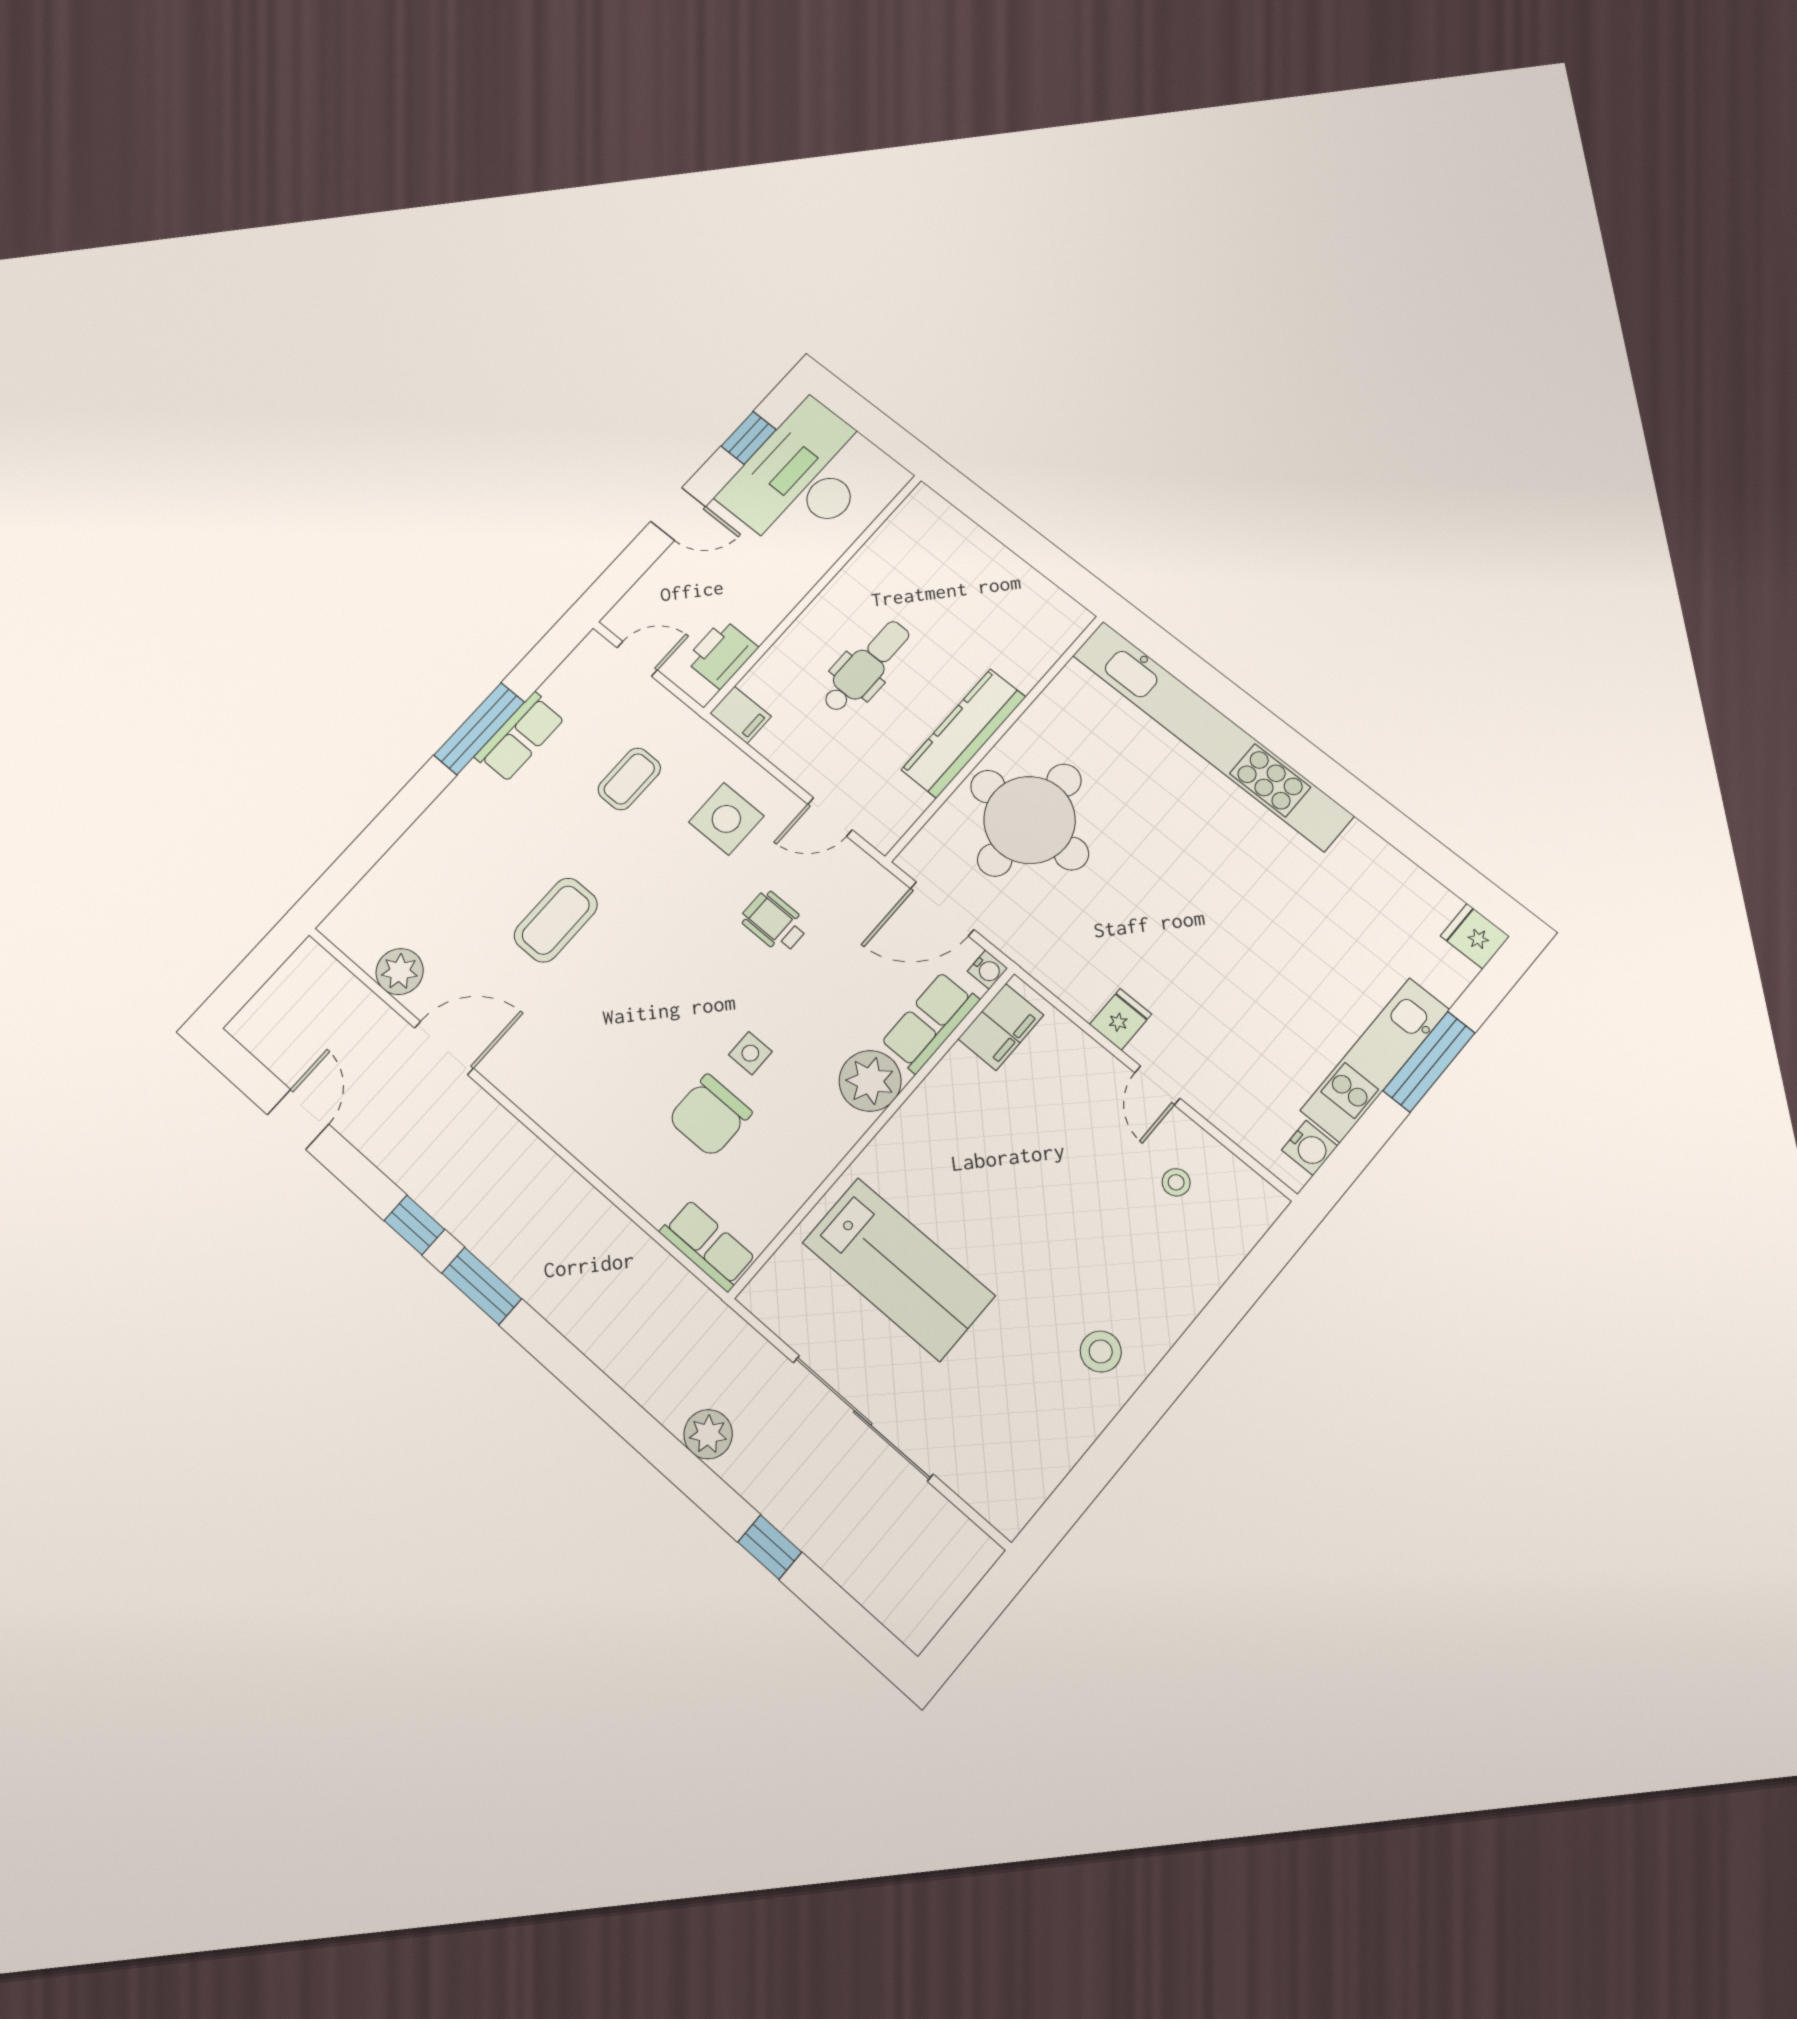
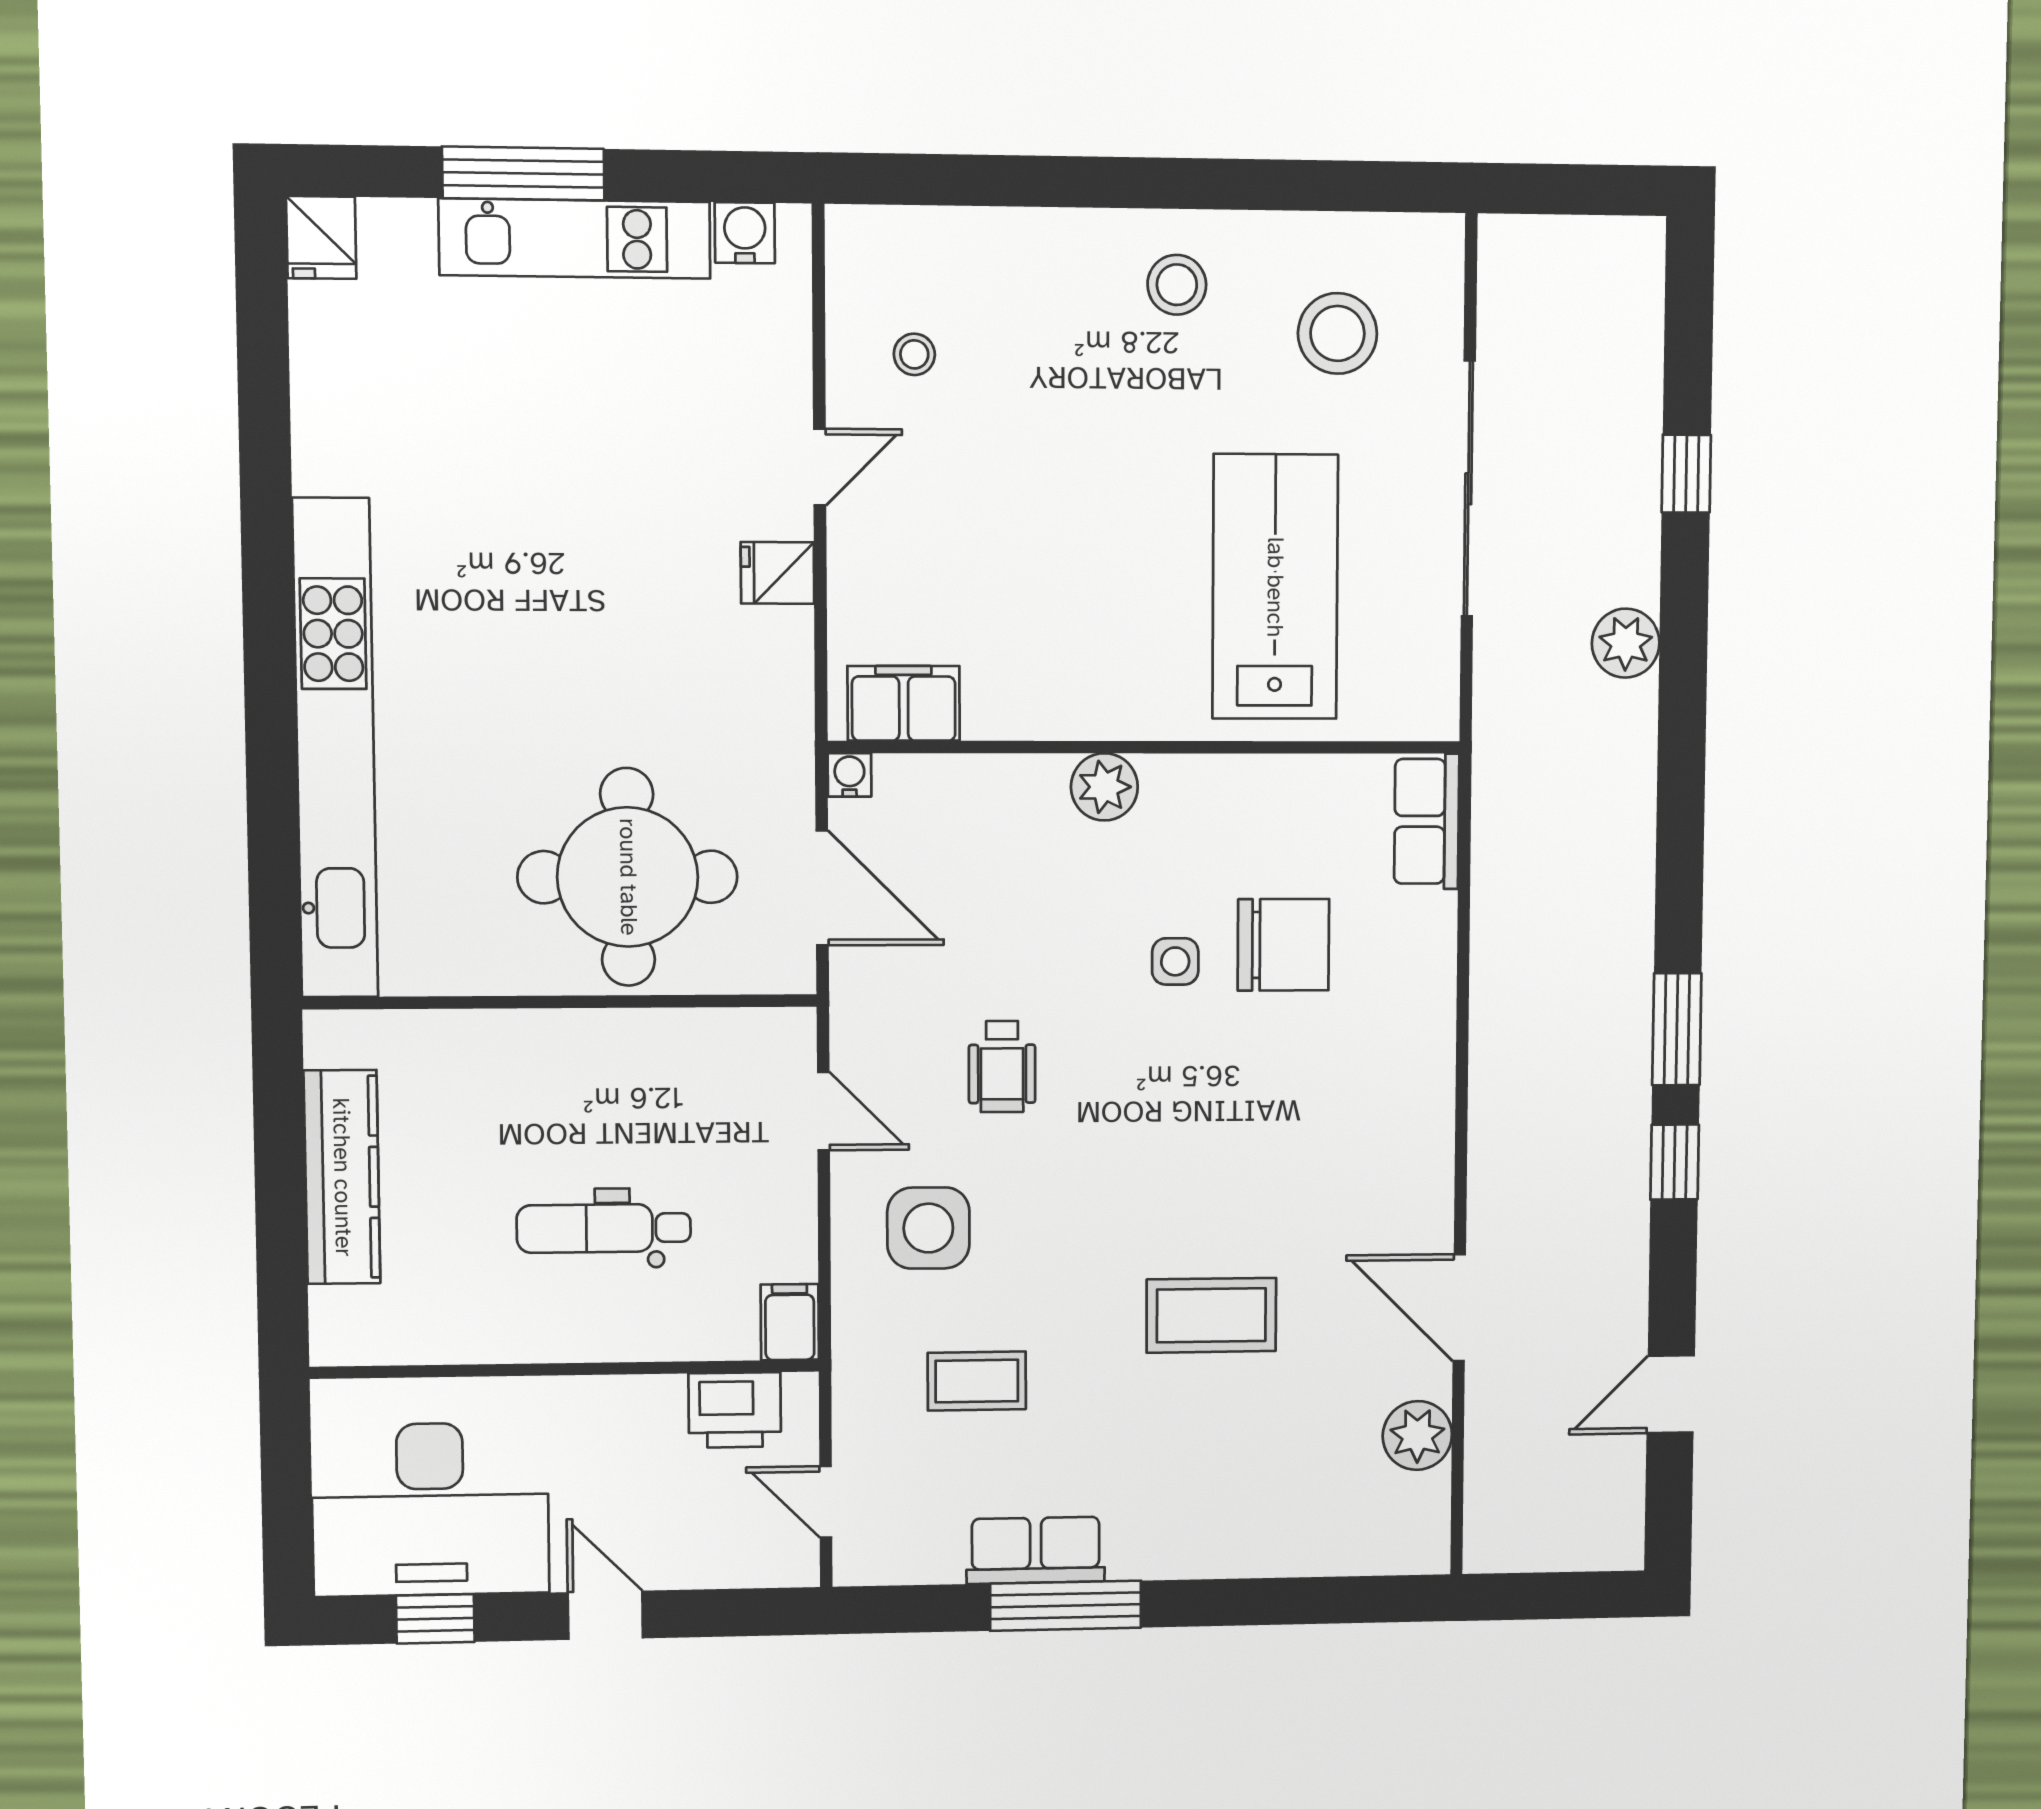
kitchen counter: (964, 733) -> (342, 1177), moved, turned -90
row of seats: (930, 1022) -> (967, 789), removed
plant: (870, 1081) -> (1104, 787), width x0.73, depth x0.73
stool: (1004, 1417) -> (1337, 333), added

